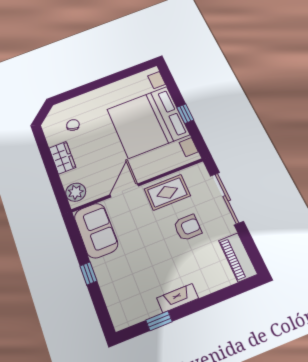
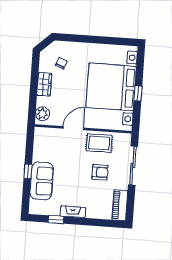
sofa: (96, 230) -> (42, 181), moved

